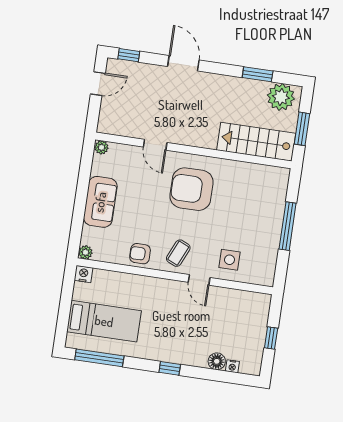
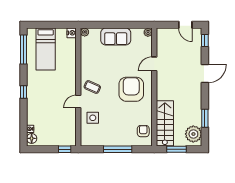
armchair: (140, 254) -> (143, 131), moved
window: (271, 338) -> (65, 149), moved
floor lamp: (217, 361) -> (32, 138), moved

